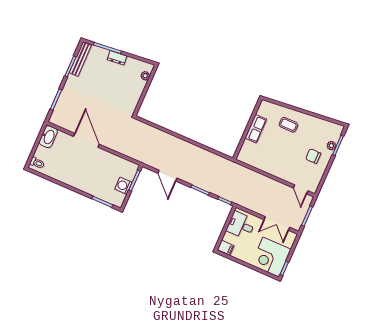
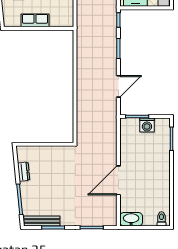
dresser: (117, 58) -> (24, 172), moved
plant: (145, 76) -> (31, 151), removed

